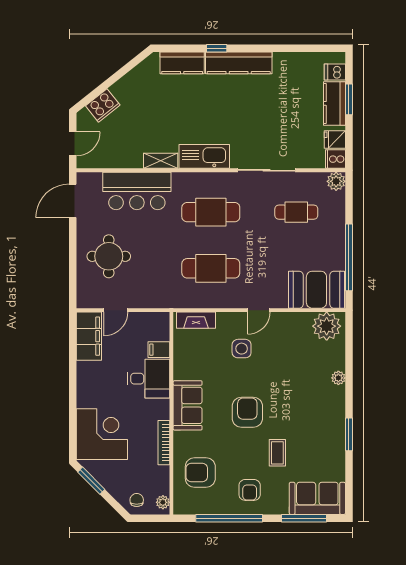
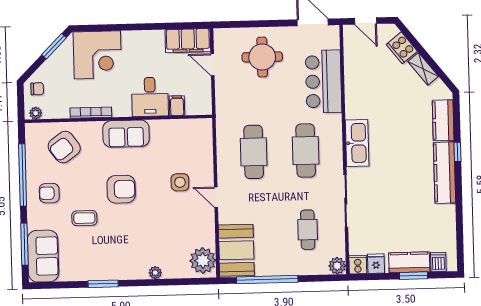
shelving: (161, 161) -> (423, 69), moved, turned -38
fireplace: (196, 320) -> (205, 139), removed
armchair: (200, 473) -> (64, 147), turned -126

